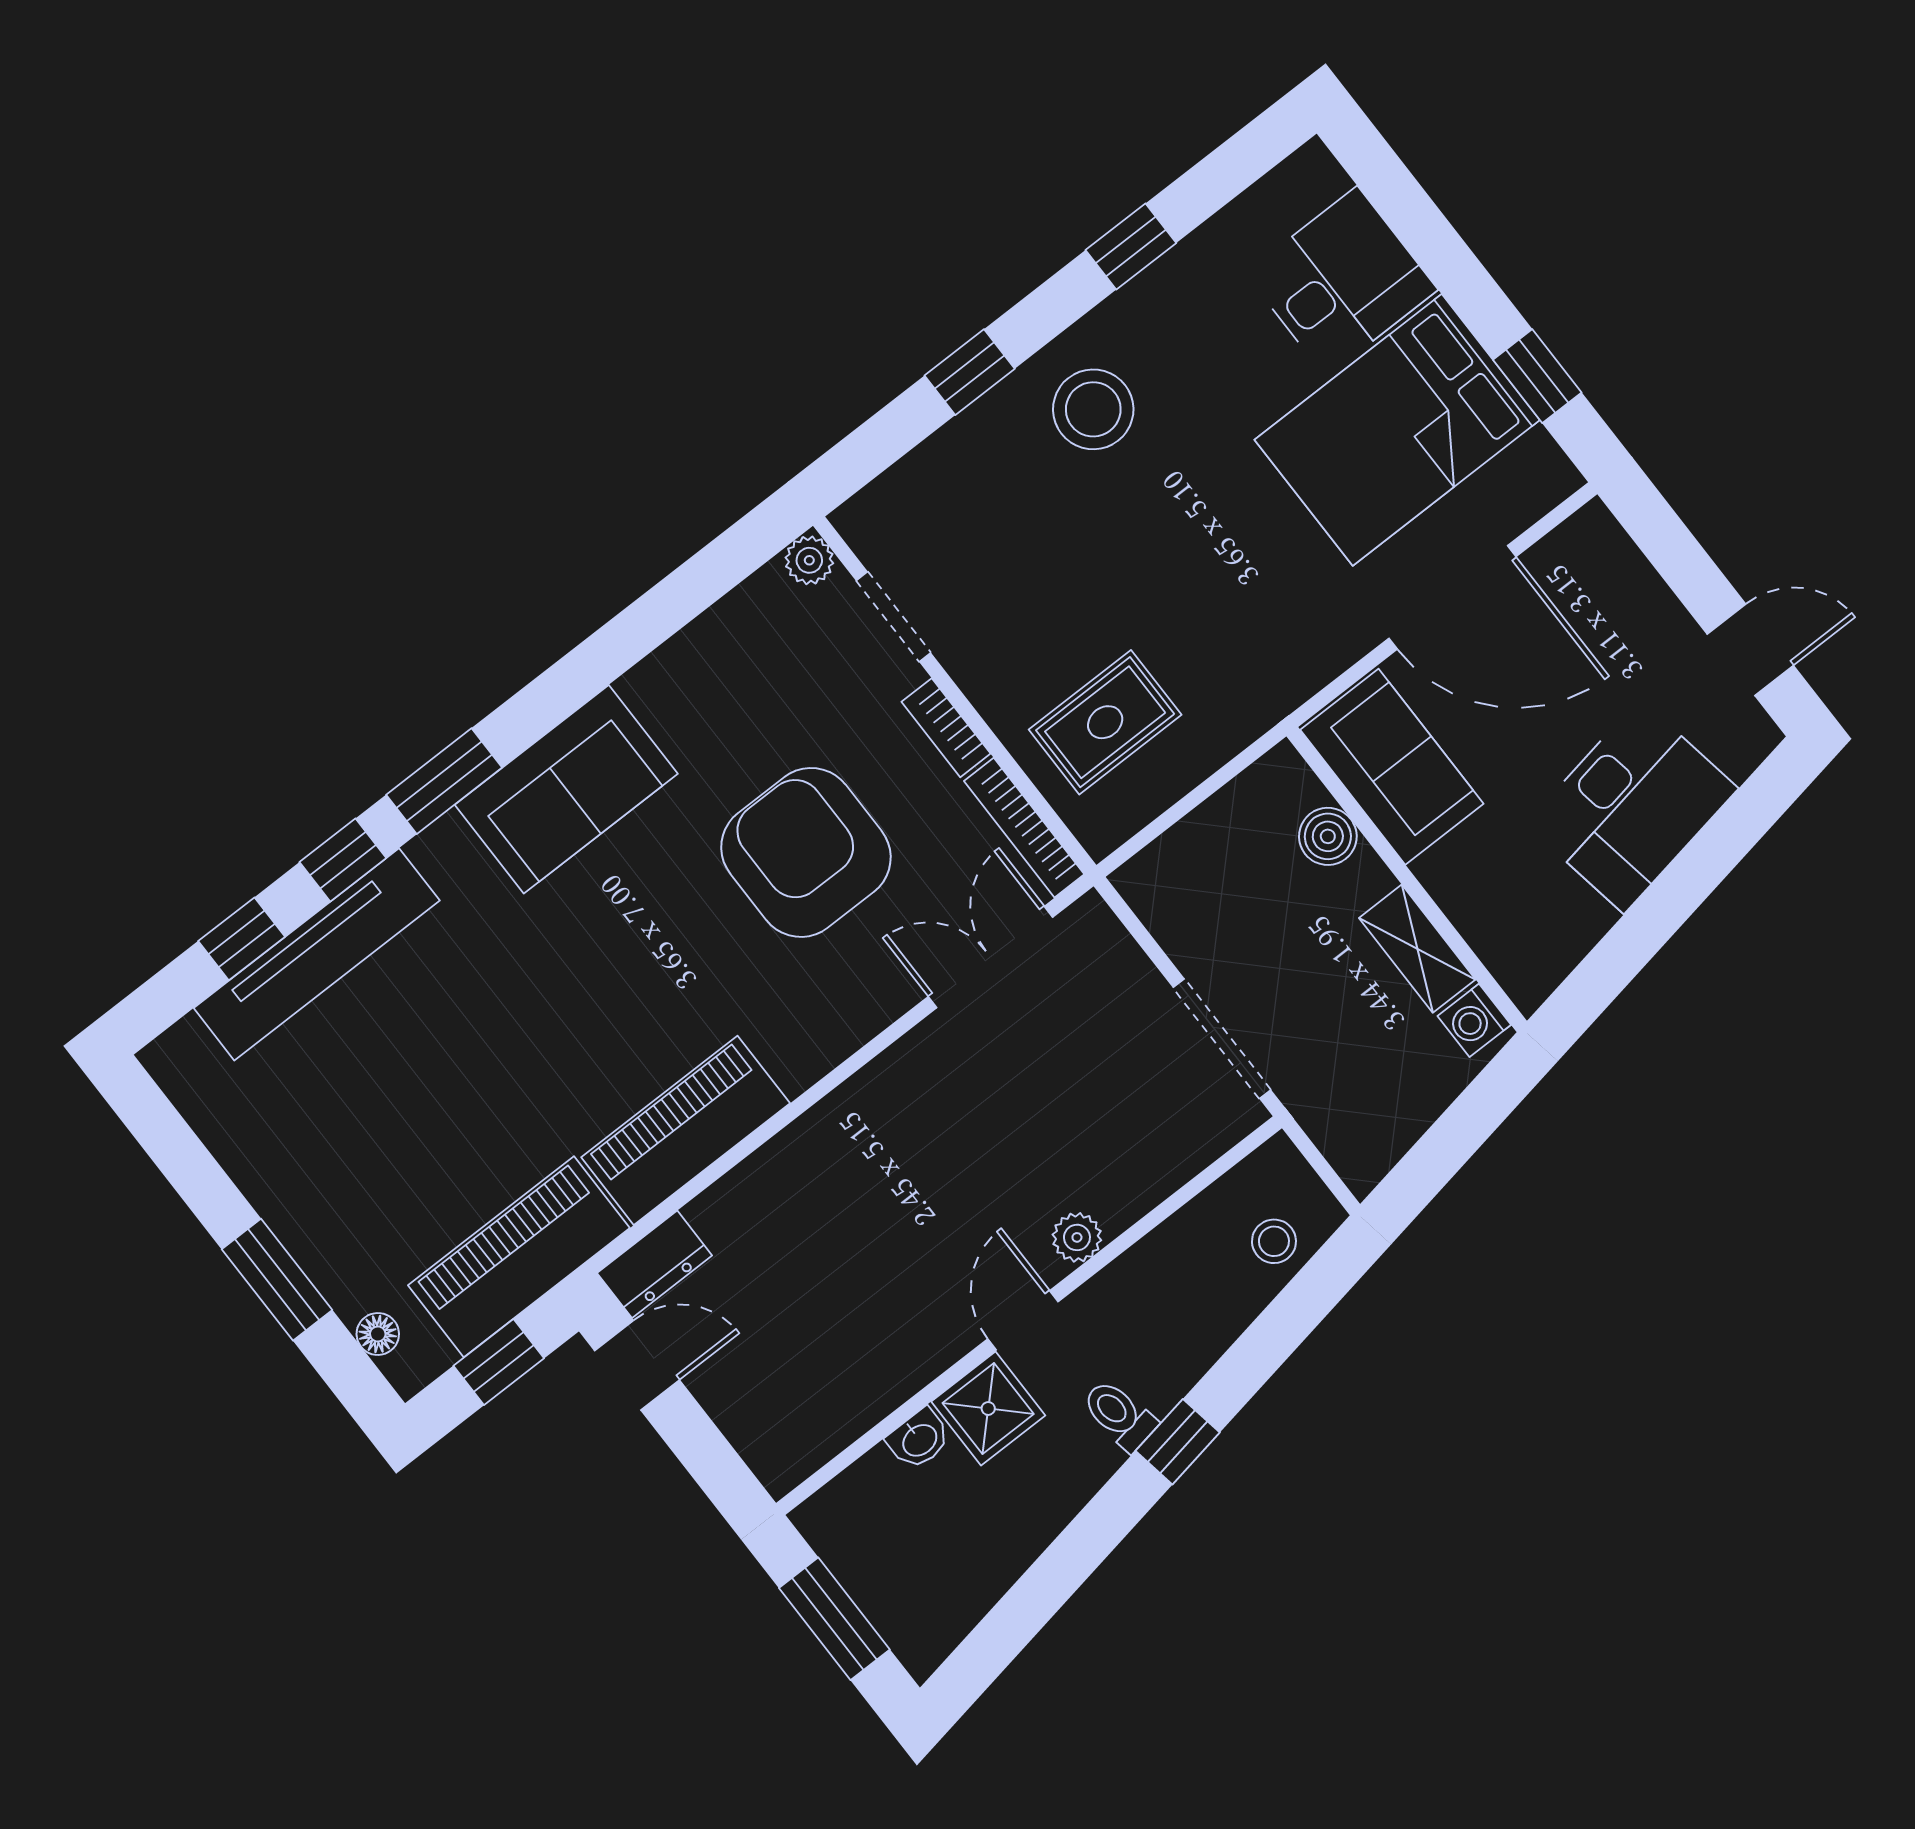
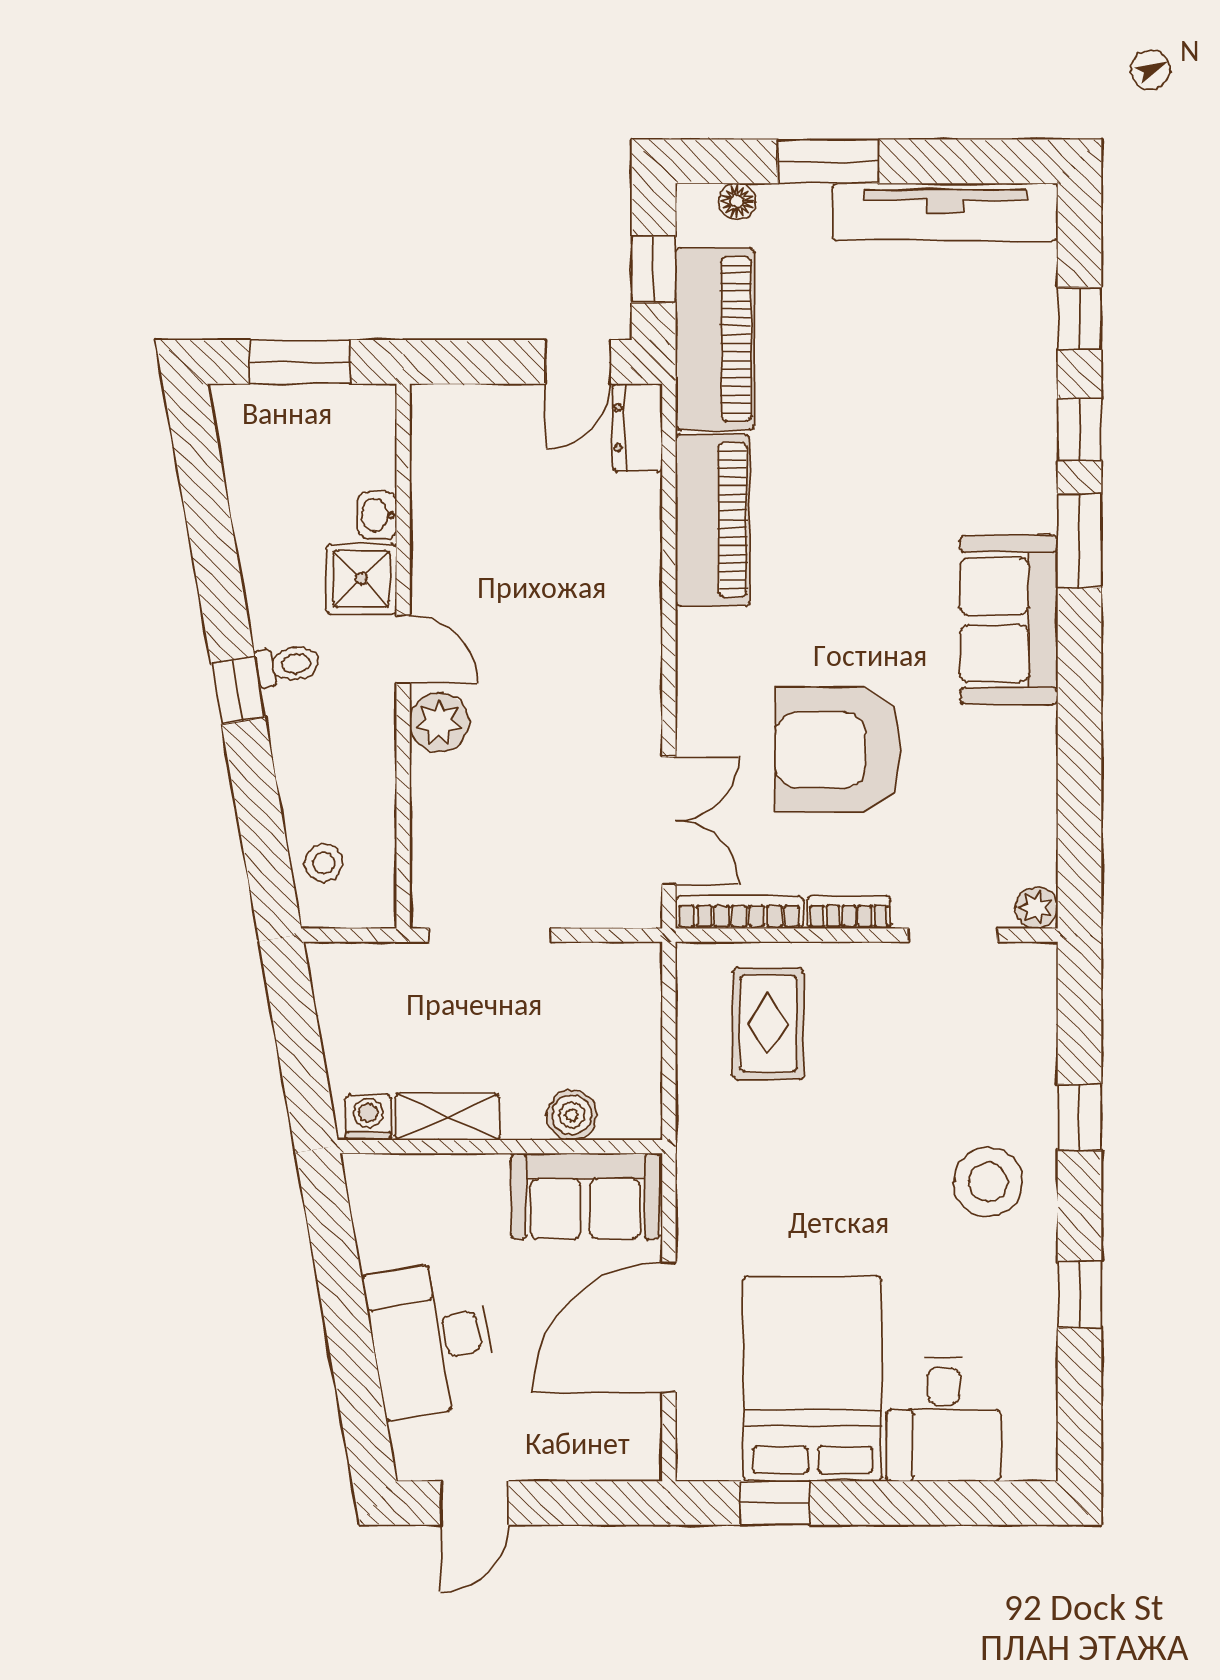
armchair: (806, 852) -> (838, 750), turned 180
tv unit: (317, 954) -> (945, 212), moved, turned -90
plant: (1077, 1237) -> (439, 722), width x1.38, depth x1.38

